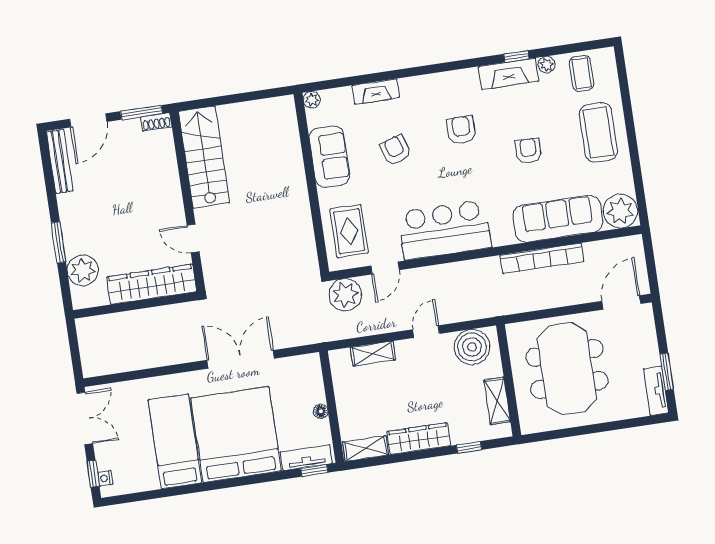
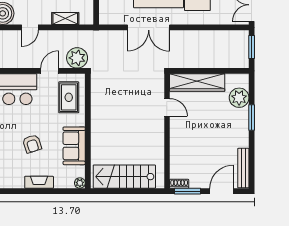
stairs: (204, 157) -> (124, 177), moved, turned 90
window: (75, 353) -> (252, 47), added

